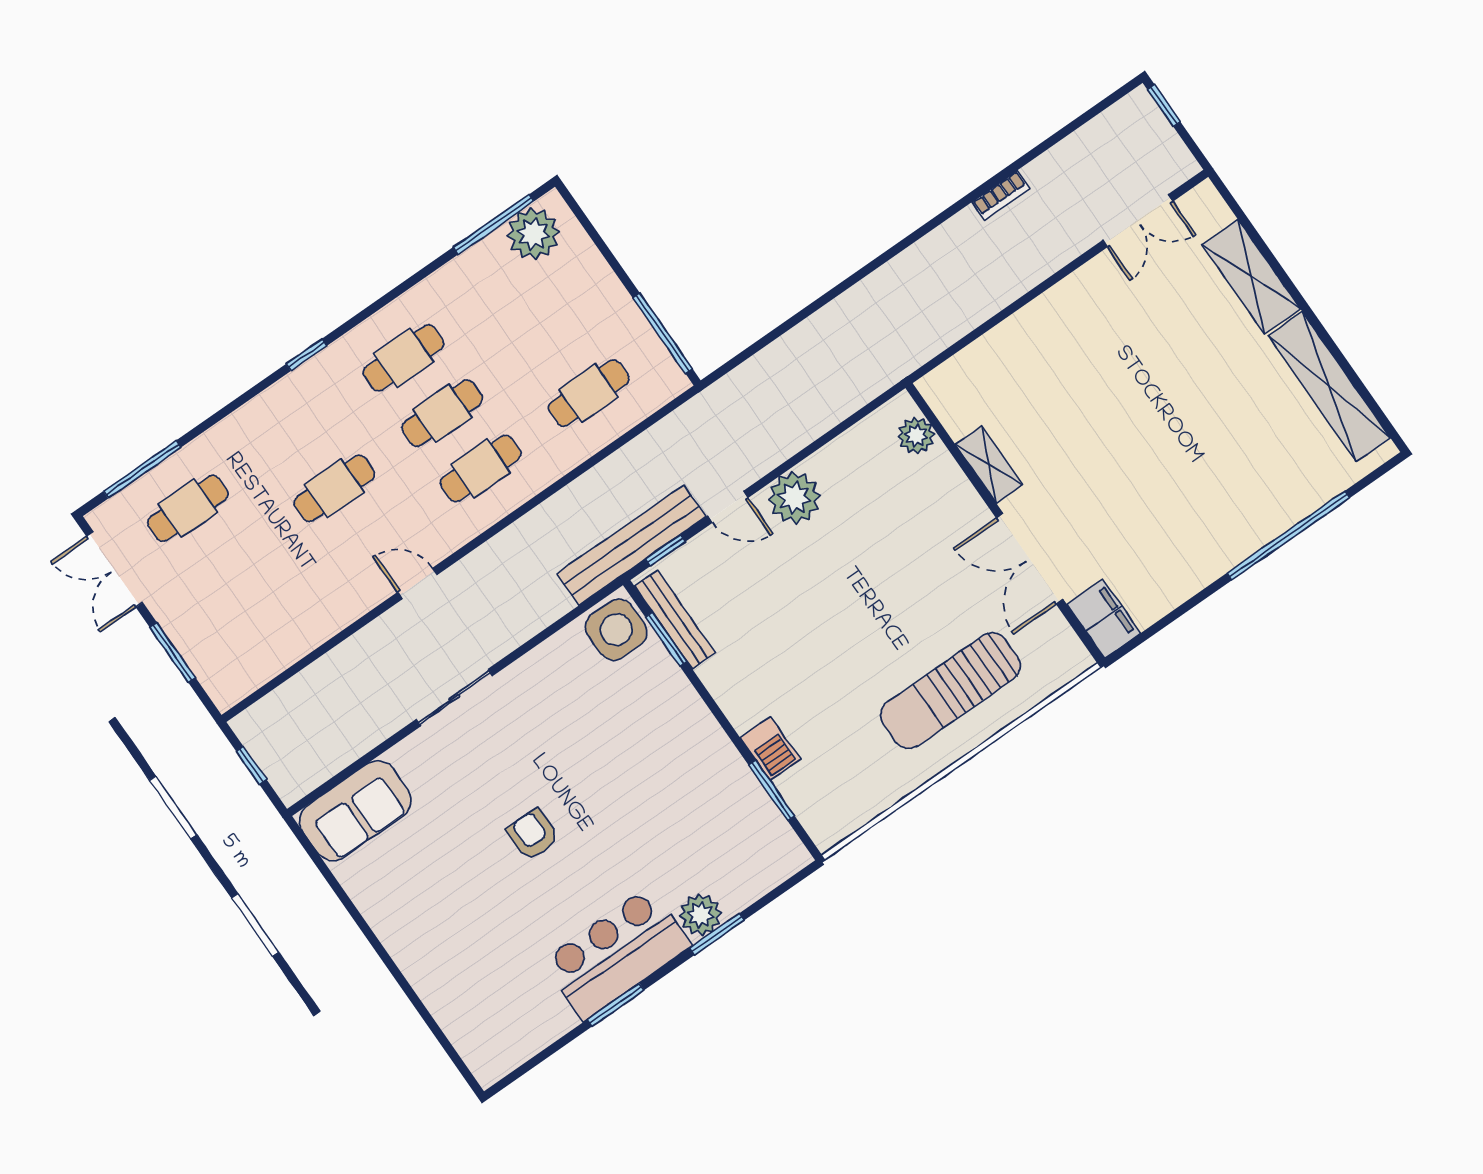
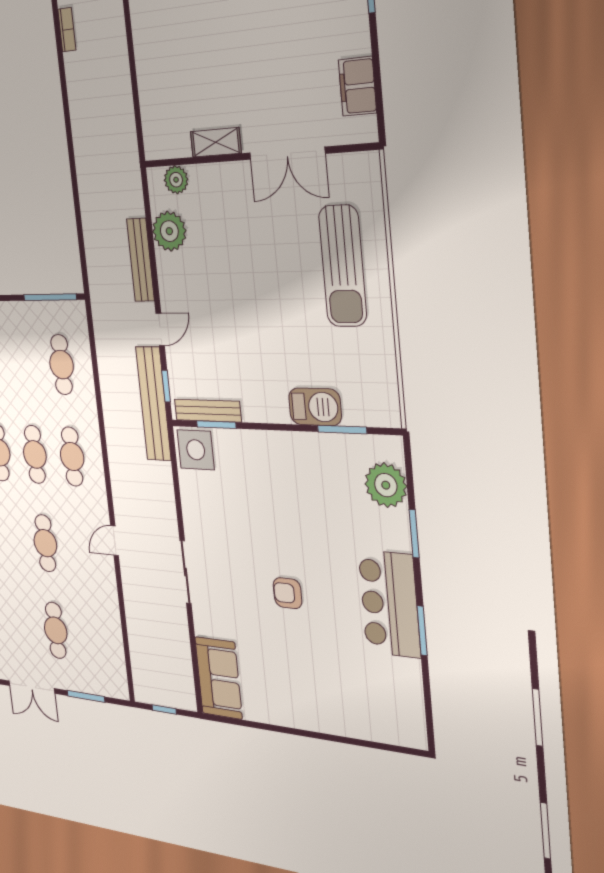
bench: (793, 437) -> (141, 260), added
plant: (794, 498) -> (169, 231), moved
cafe table: (188, 508) -> (56, 630), moved
filing cabinet: (1104, 619) -> (357, 86), moved, turned -90
barbecue: (770, 748) -> (315, 407), width x1.38, depth x1.27
plant: (700, 915) -> (386, 485), moved, width x1.36, depth x1.36

